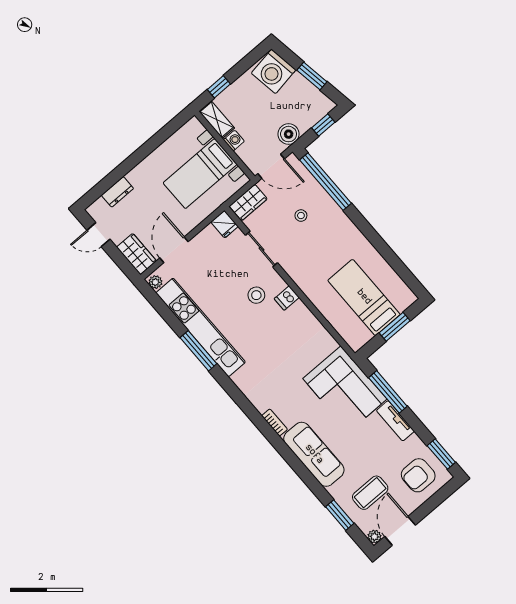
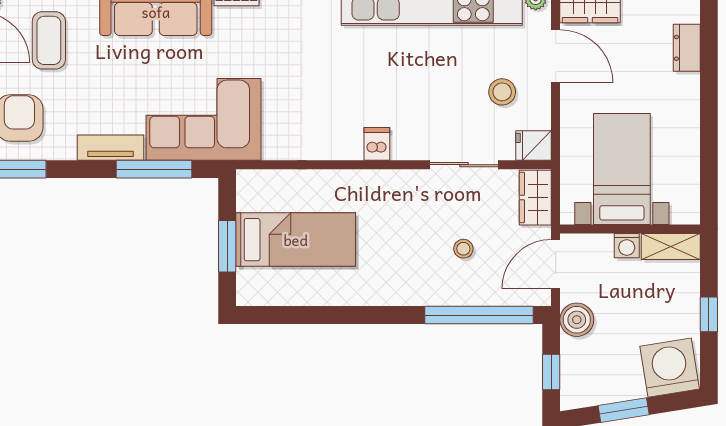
window: (219, 87) -> (709, 314), moved
stool: (256, 295) -> (502, 92), moved

